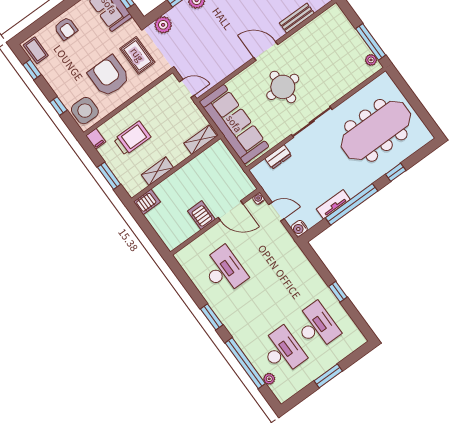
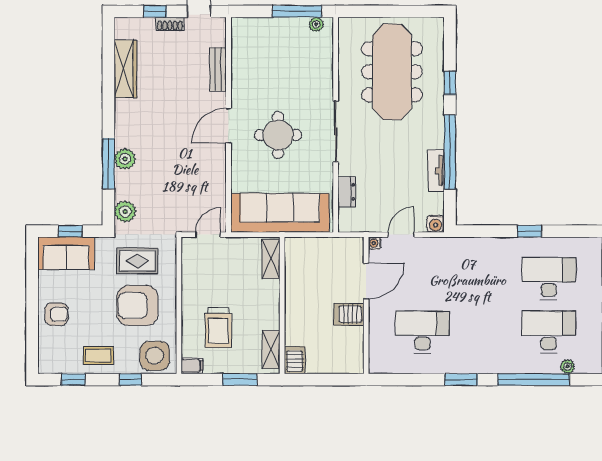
coffee table: (36, 50) -> (98, 355), moved
trolley: (132, 138) -> (218, 328), turned 180
shelving: (157, 171) -> (271, 350), moved

